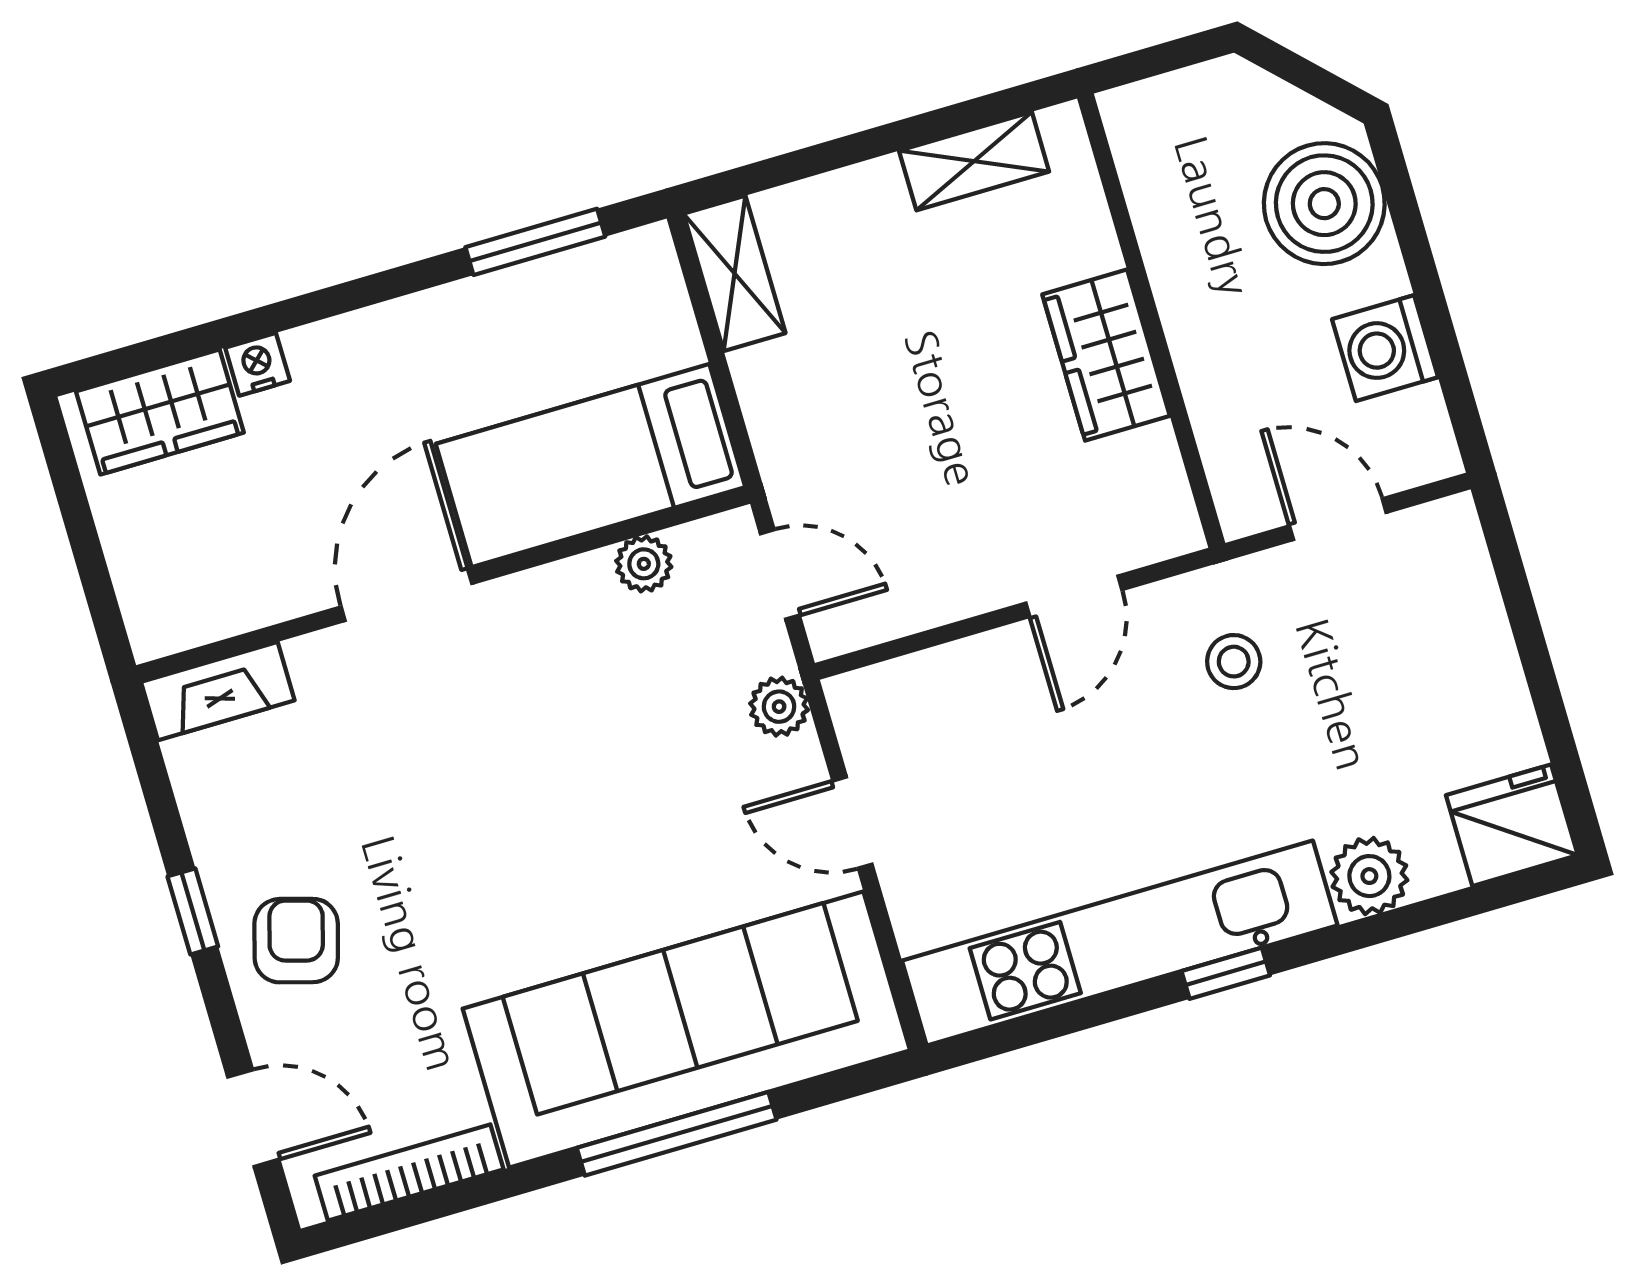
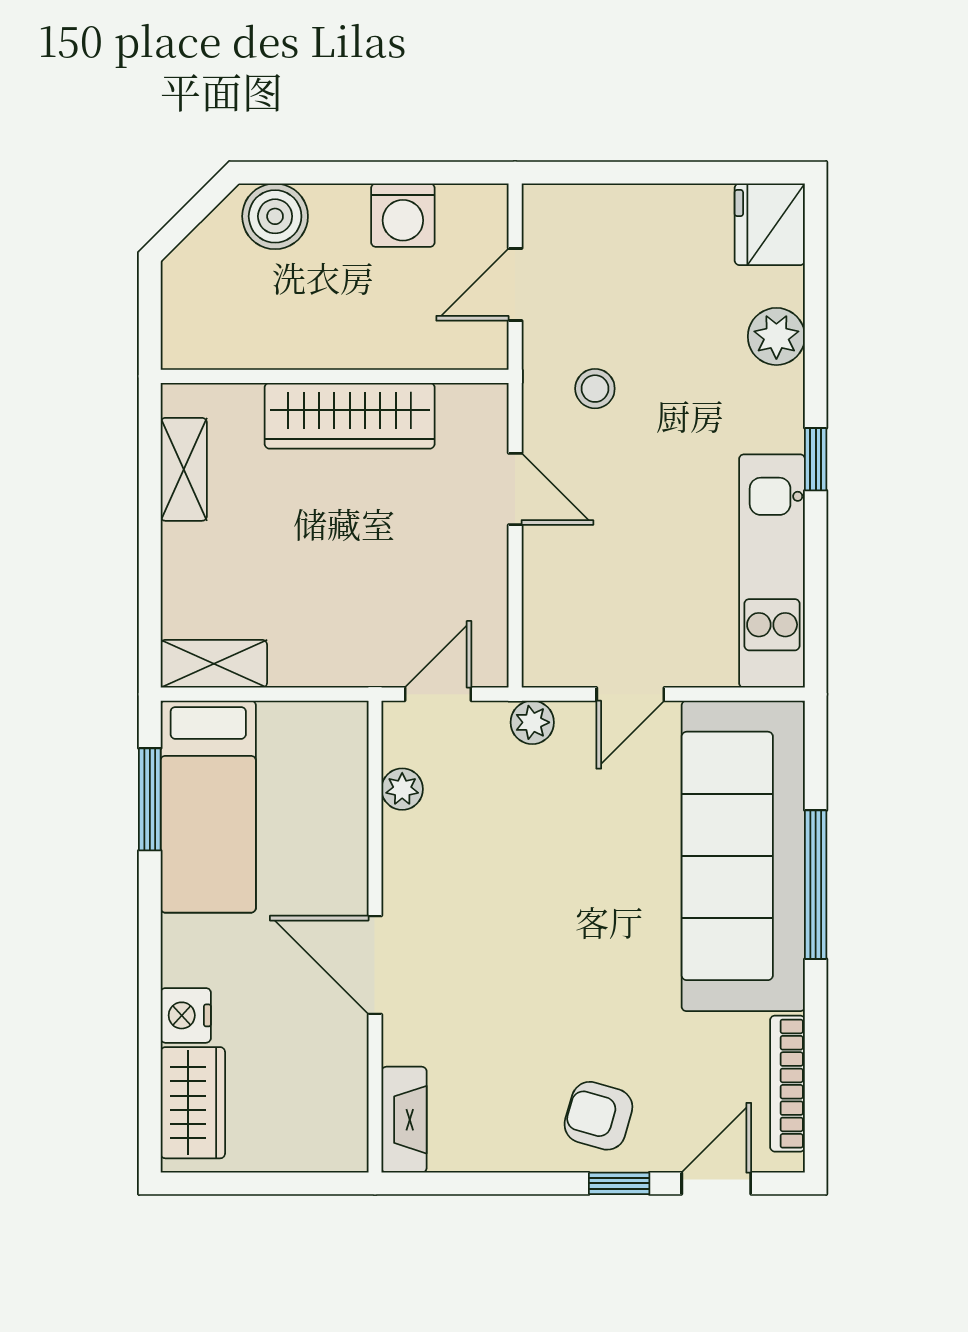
boiler: (1324, 204) -> (275, 216), width x0.73, depth x0.73
wardrobe: (1106, 355) -> (350, 416), width x1.50
nightstand: (258, 364) -> (186, 1015), width x1.39, depth x1.35
bed: (590, 465) -> (208, 807), moved
window: (193, 911) -> (619, 1183), moved
kitchen unit: (1120, 943) -> (772, 571), width x0.73

